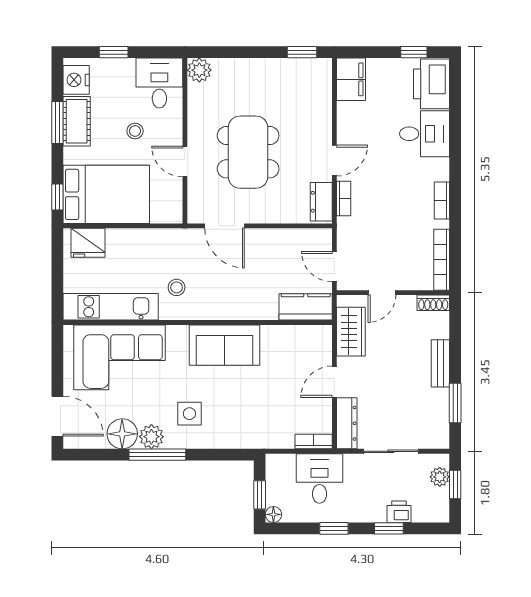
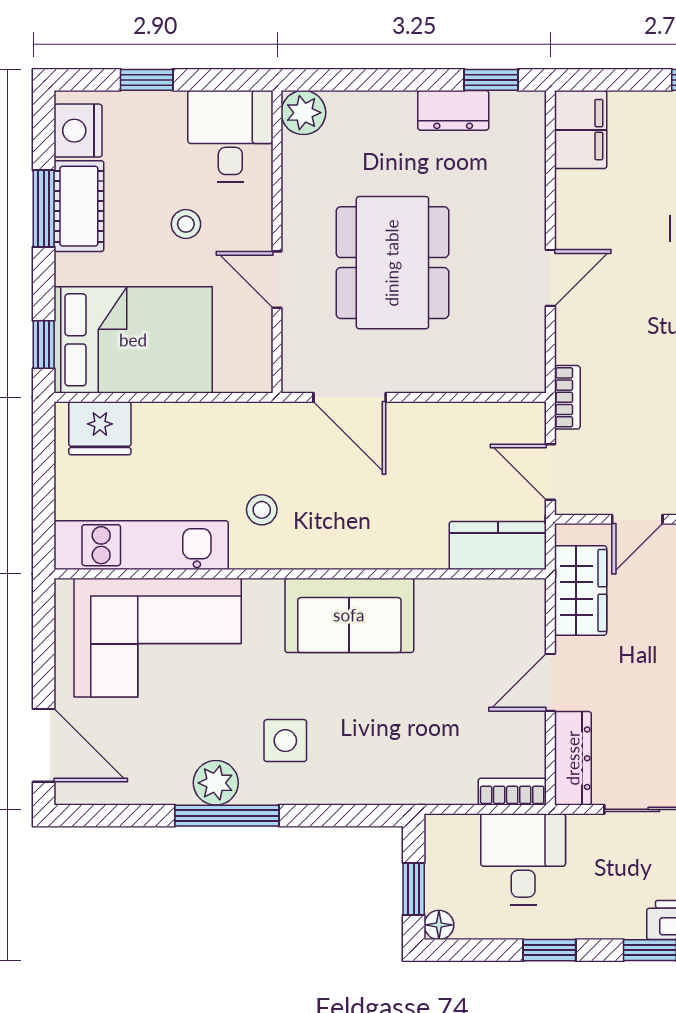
bookcase: (344, 199) -> (567, 397), moved
dresser: (321, 202) -> (453, 110), moved, turned -90
floor lamp: (122, 434) -> (162, 778), removed

